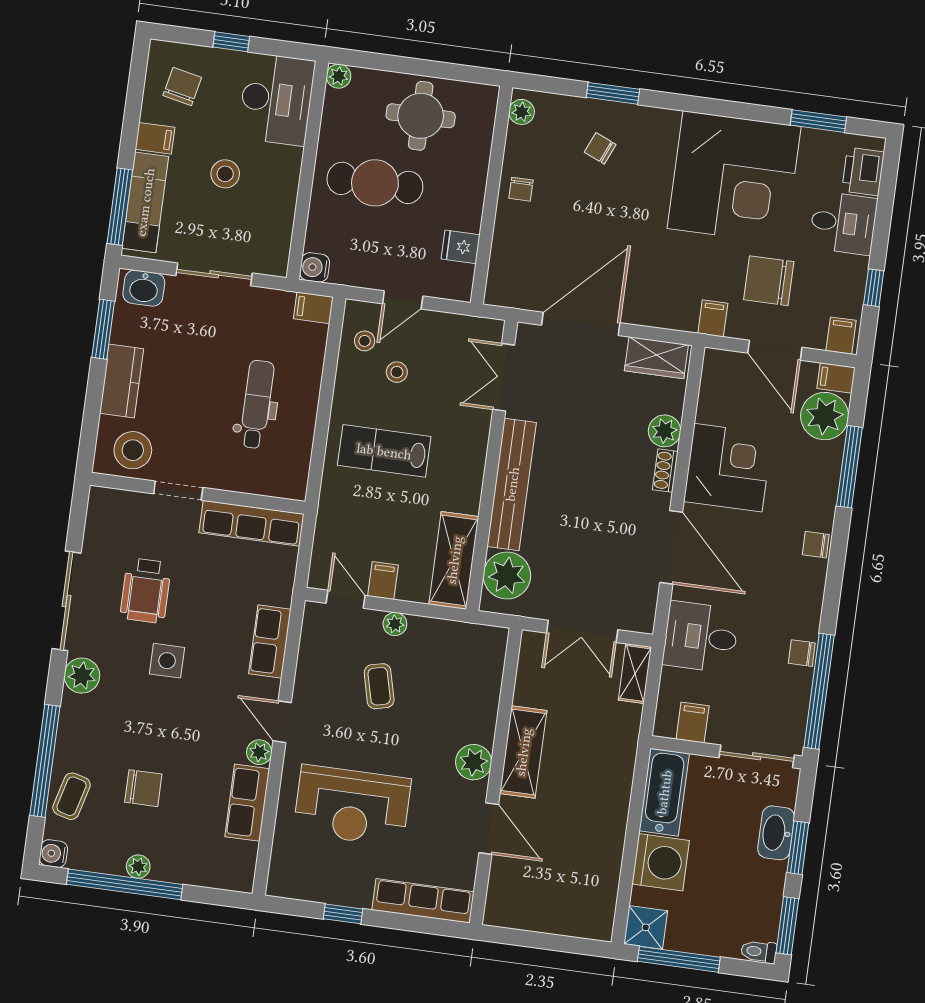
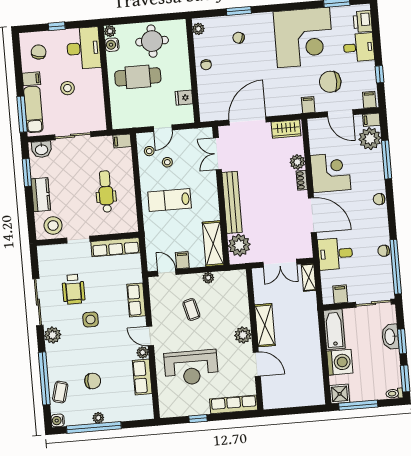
water cooler: (315, 267) -> (112, 45), moved
plant: (395, 624) -> (208, 278), moved

